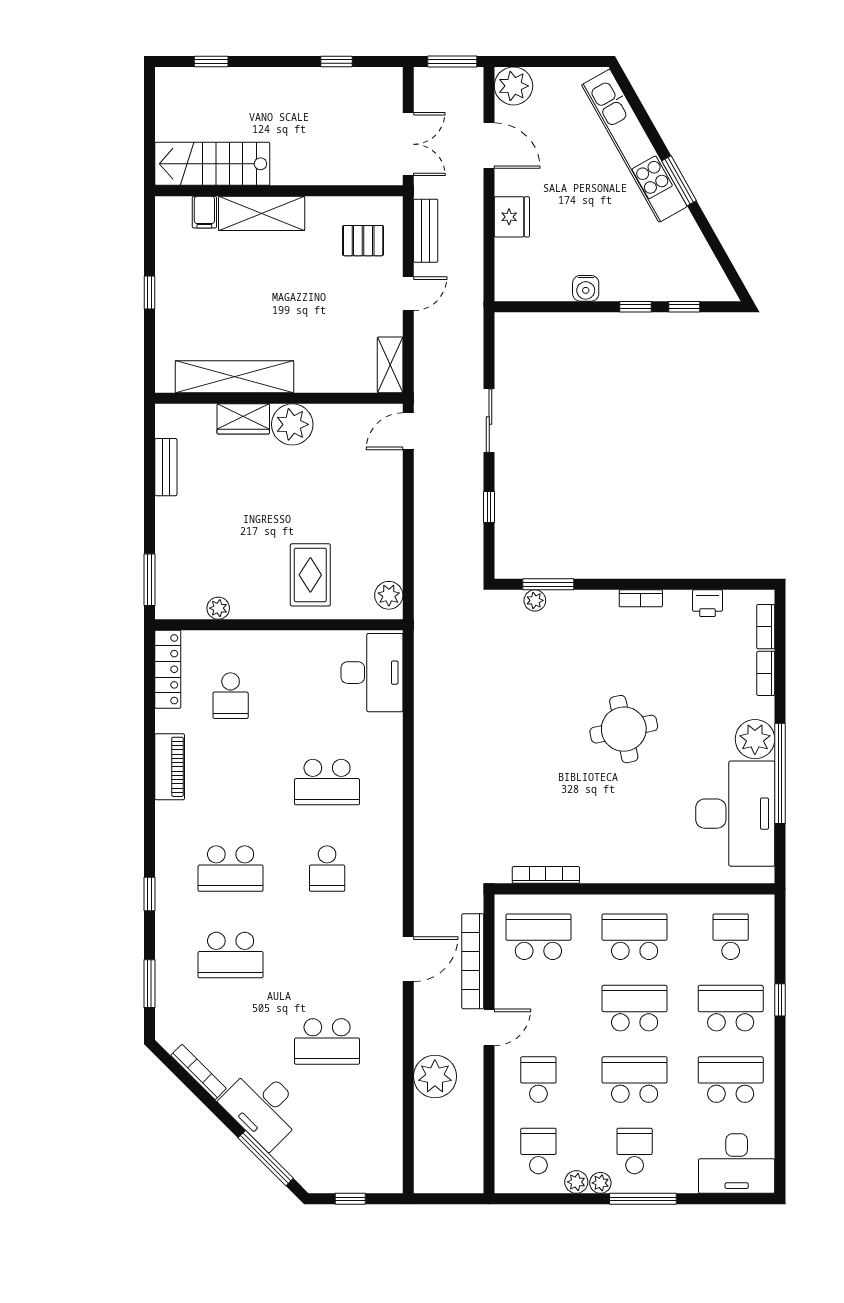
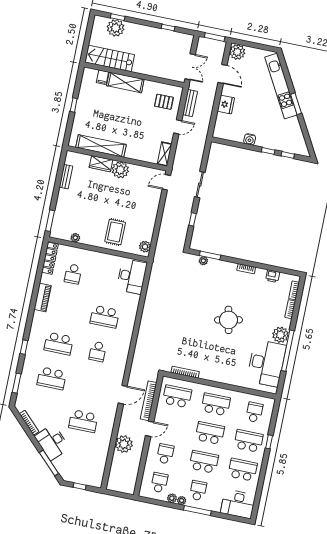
plant: (212, 88) -> (116, 28), added

